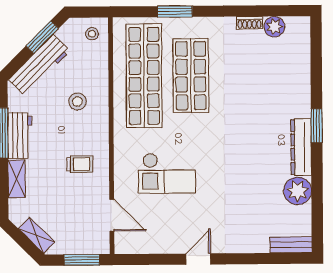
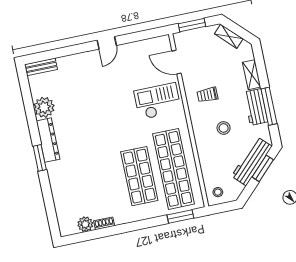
window: (175, 11) -> (180, 216), moved
window: (42, 37) -> (263, 168), moved
stool: (77, 101) -> (224, 128), moved
checkout: (167, 173) -> (158, 101), moved

